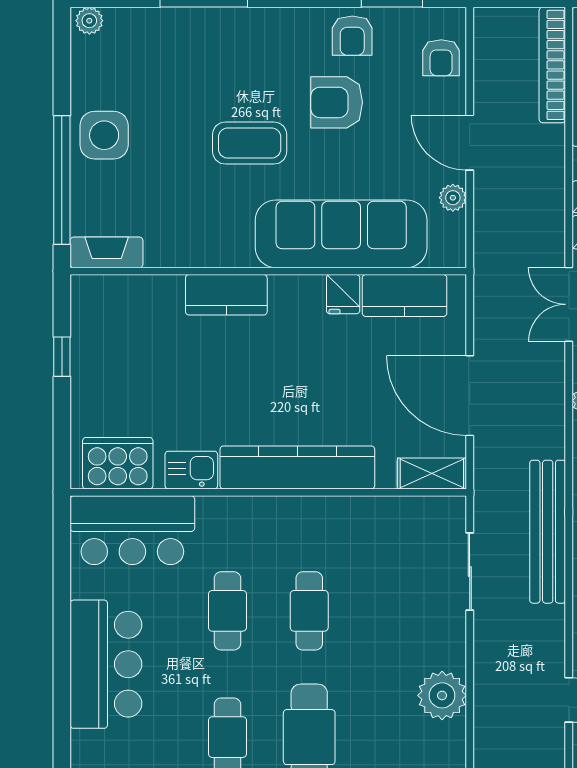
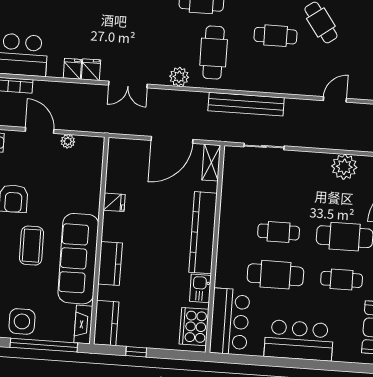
door: (470, 143) -> (40, 130), swing flipped
sofa: (341, 234) -> (78, 259), moved
kitchen counter: (405, 296) -> (106, 323), moved
cafe table: (227, 611) -> (275, 275), width x1.37, depth x1.35
plant: (442, 695) -> (344, 167), moved

